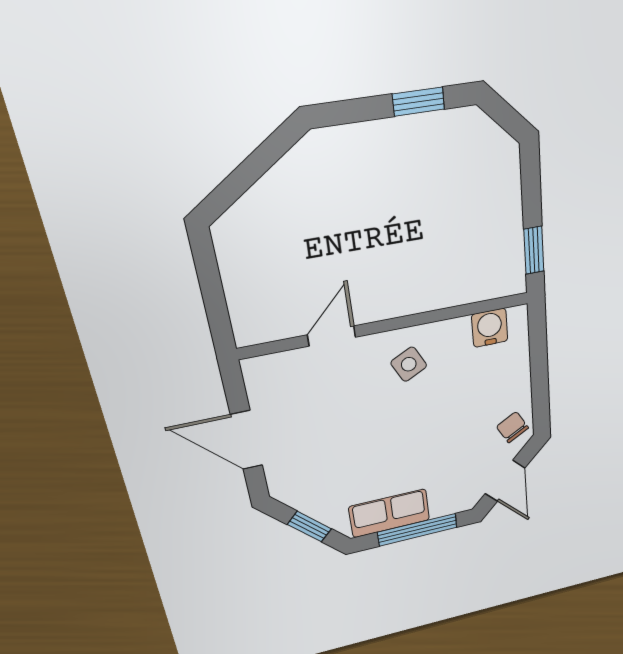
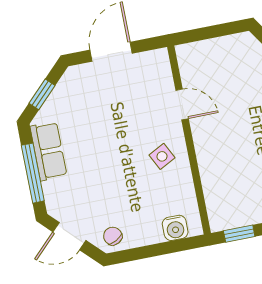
water cooler: (490, 328) -> (175, 228), moved, turned 90
chair: (512, 427) -> (113, 236), turned -90

